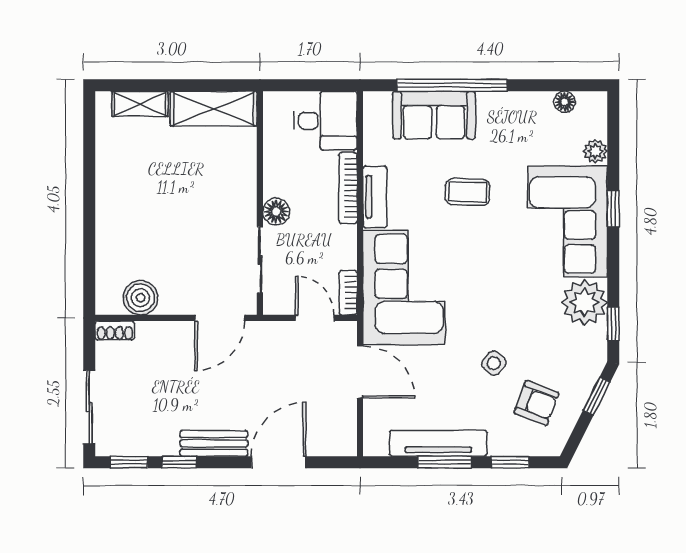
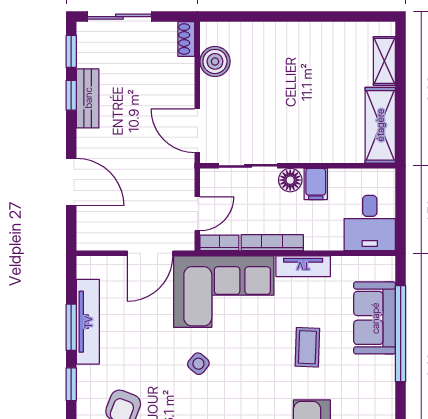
filing cabinet: (281, 182) -> (316, 184), added
bookcase: (348, 188) -> (272, 243), moved
side table: (494, 363) -> (198, 364), moved
bench: (214, 443) -> (88, 98), moved

